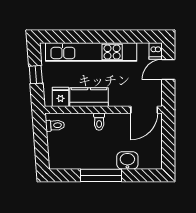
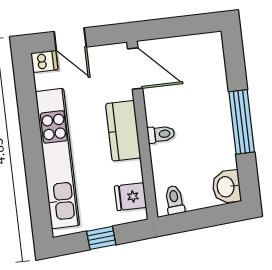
kitchen counter: (89, 97) -> (123, 131), moved
washbasin: (127, 160) -> (226, 187), moved

